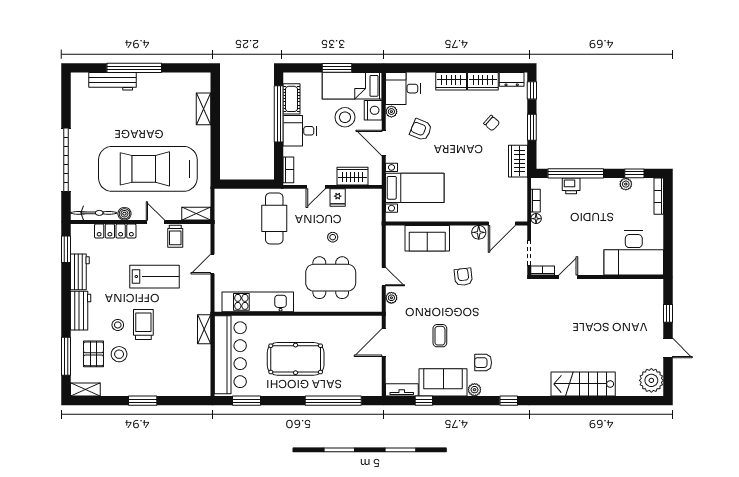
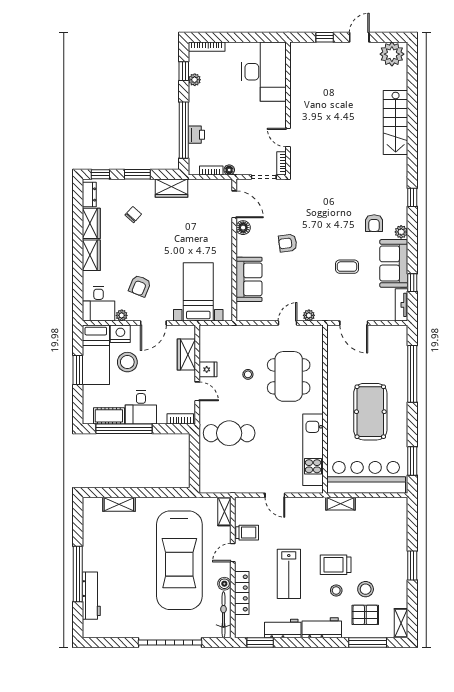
lab bench: (154, 277) -> (289, 574), moved, turned 180

